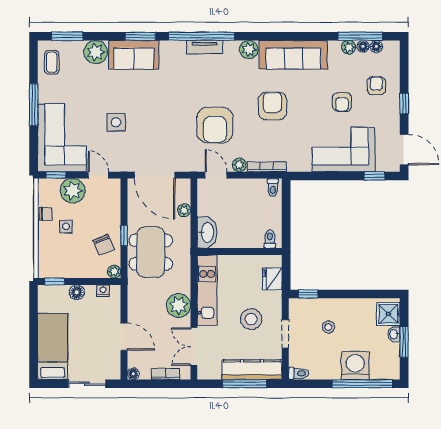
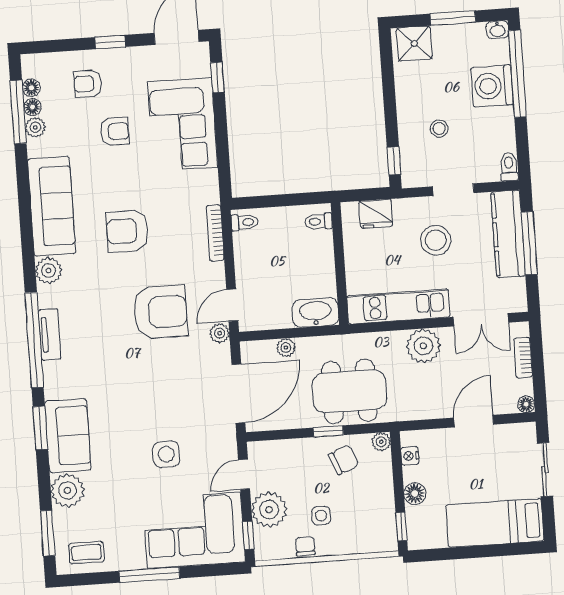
plant: (239, 165) -> (220, 333), moved
washbasin: (394, 334) -> (497, 30), moved

